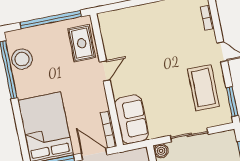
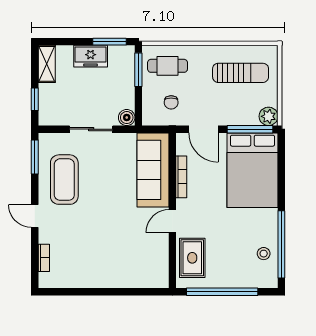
stool: (22, 59) -> (264, 254), width x0.53, depth x0.53
sofa: (132, 119) -> (153, 170), width x1.36
bookcase: (109, 129) -> (181, 177), moved

